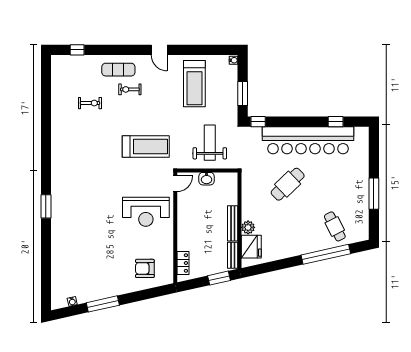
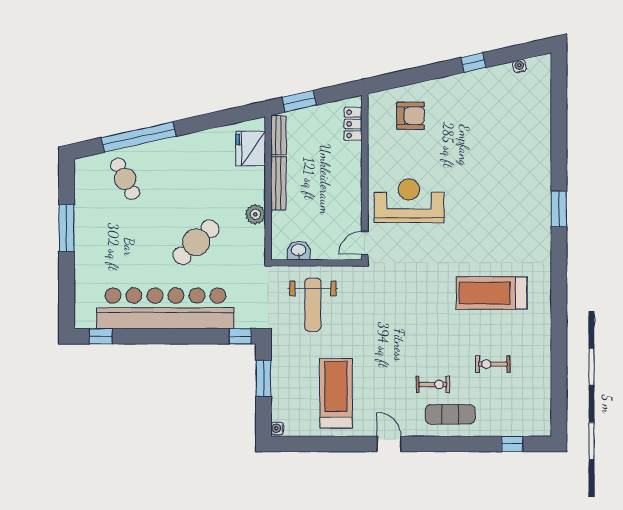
window: (336, 122) -> (101, 336), moved
treadmill: (146, 146) -> (492, 293), moved
washbasin: (207, 179) -> (299, 250), moved
plant: (248, 227) -> (255, 214), moved
window: (103, 304) -> (473, 62), width x0.46

